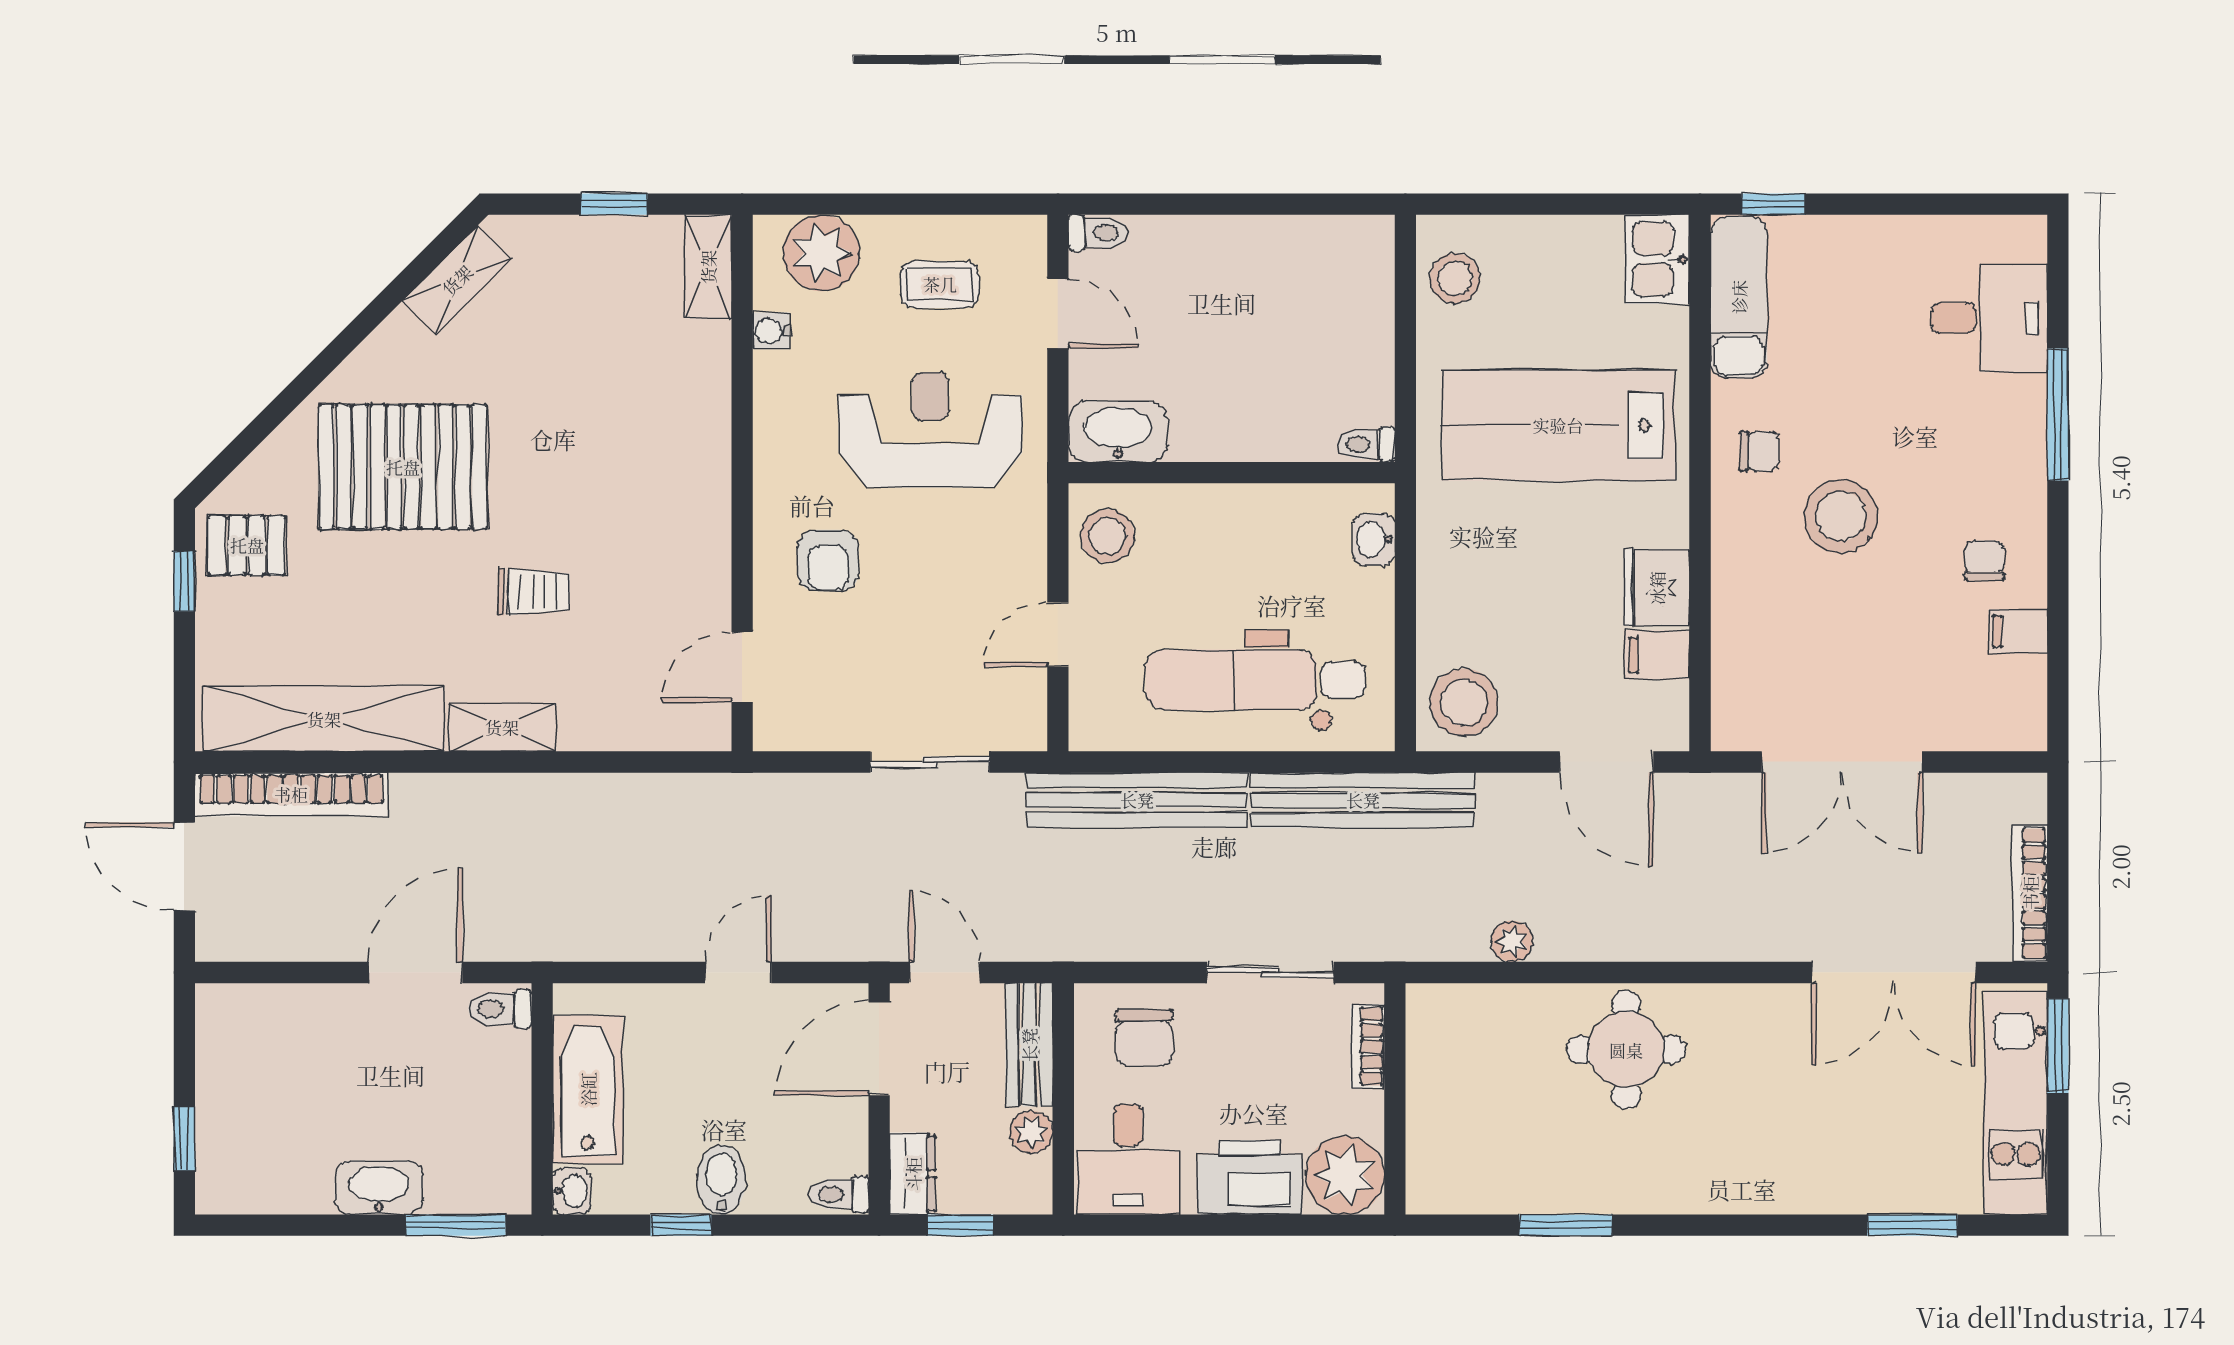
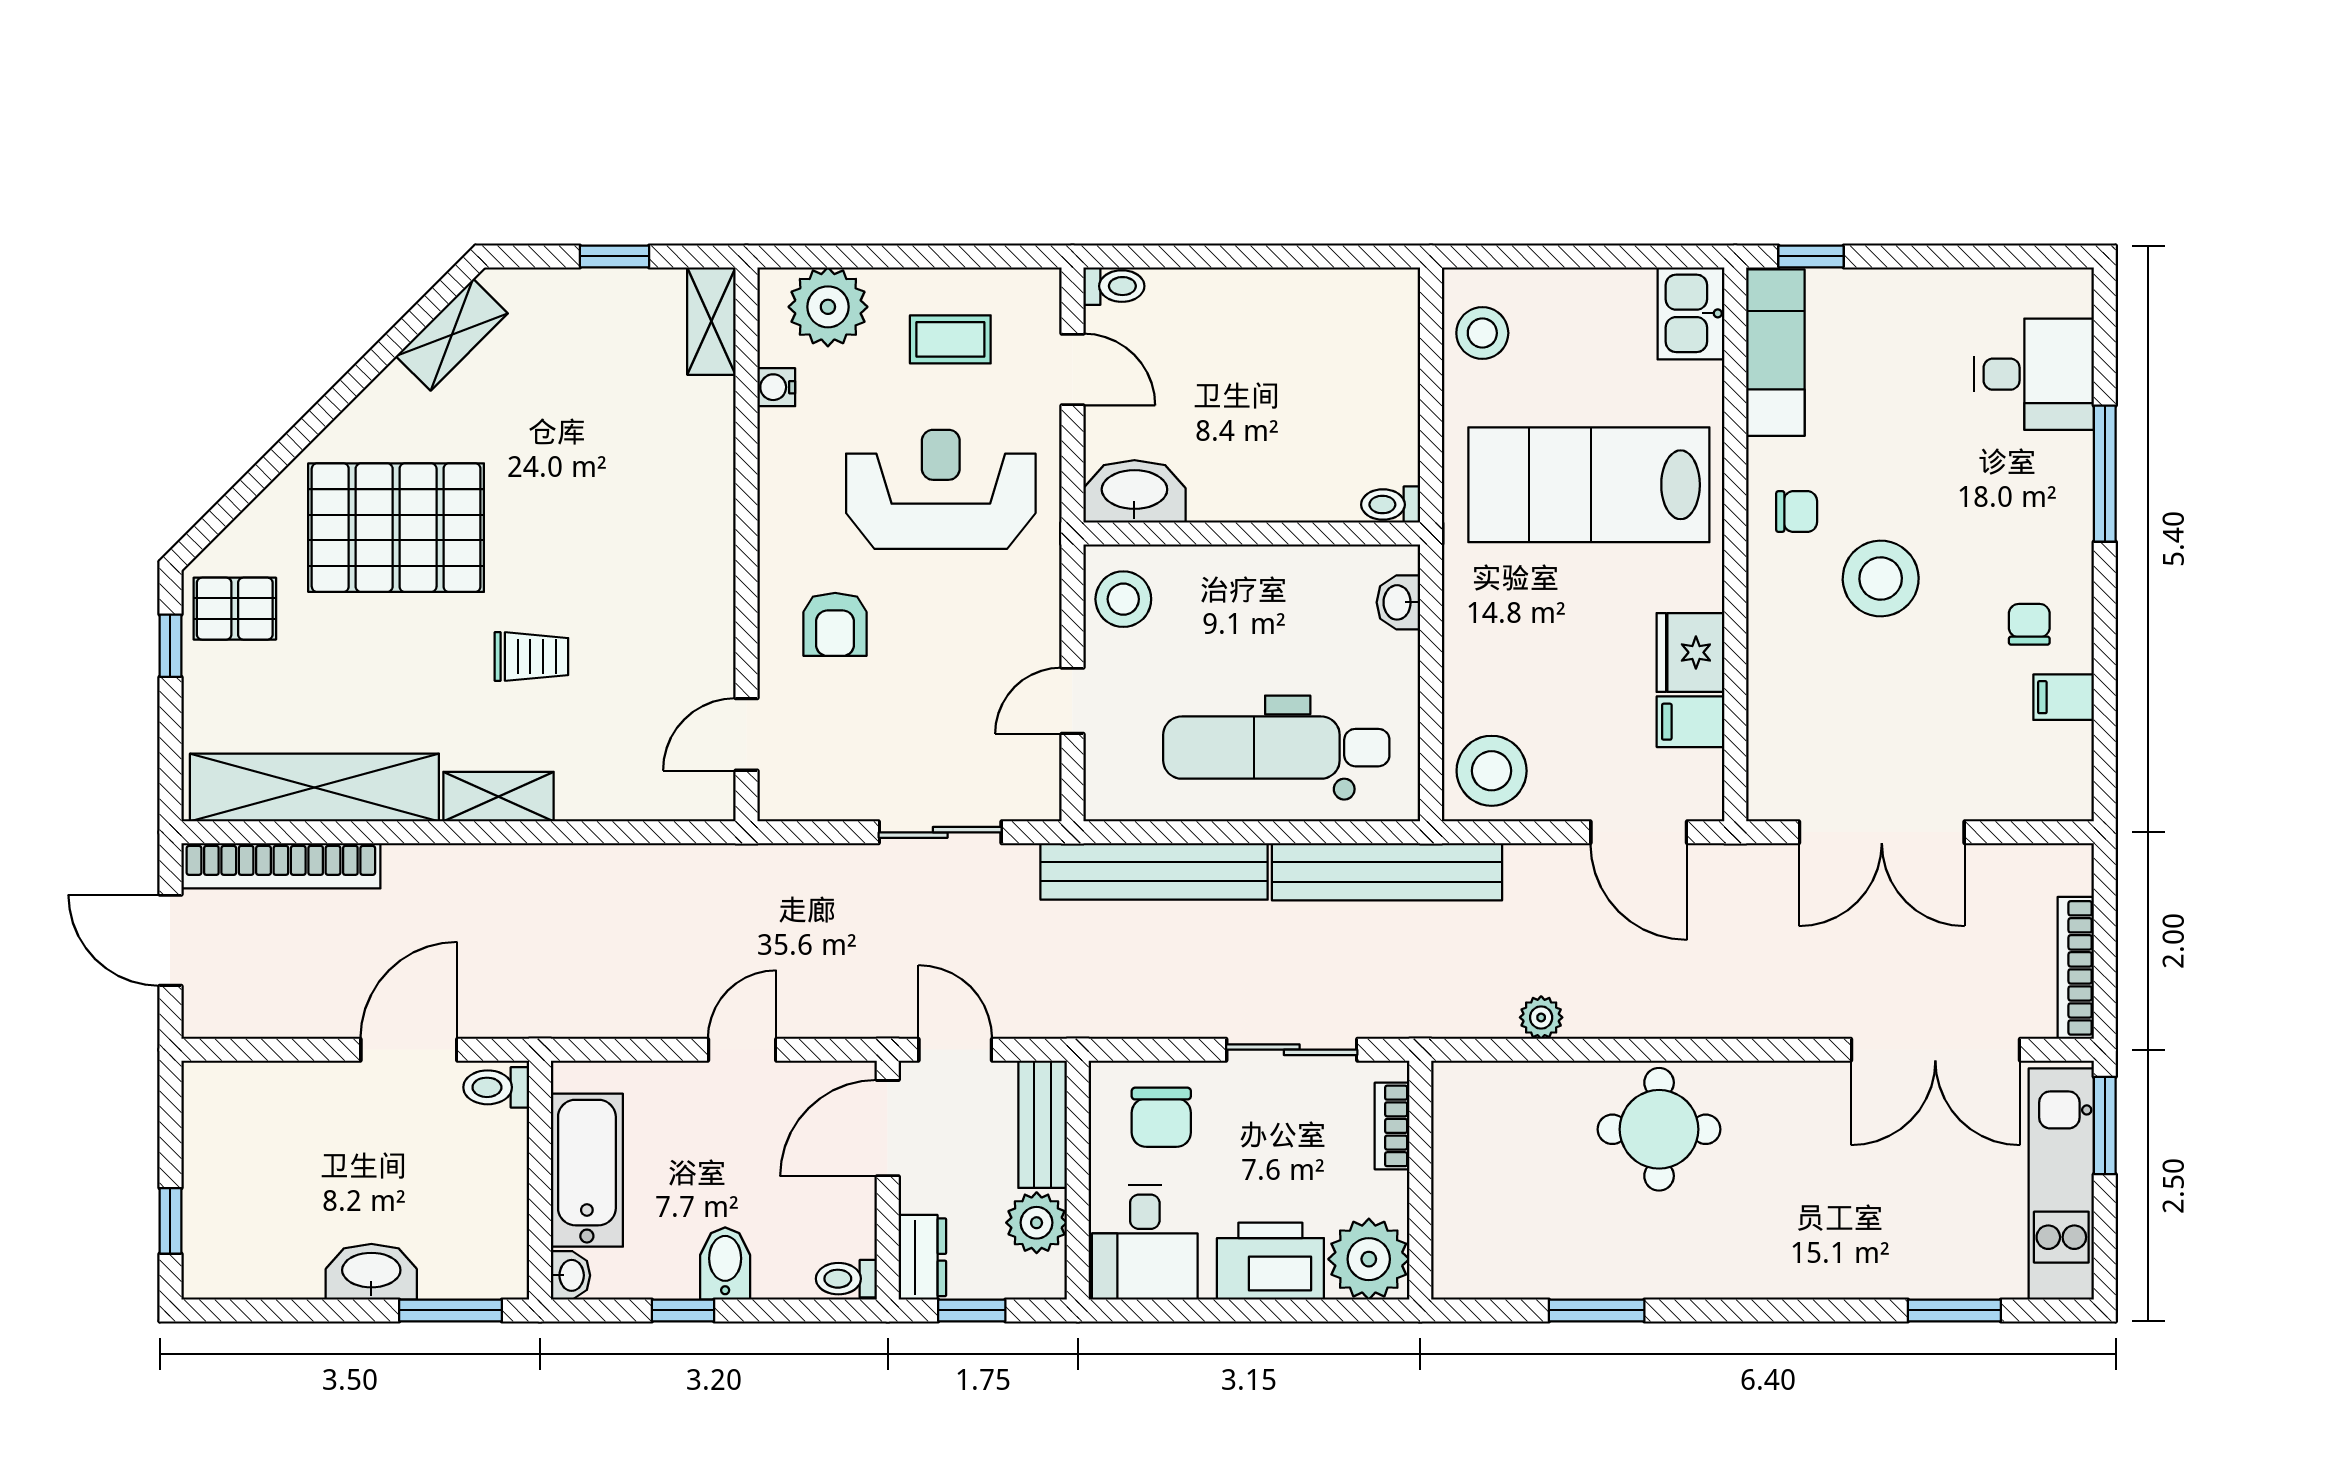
plant: (1031, 1132) -> (1037, 1223), width x1.38, depth x1.38

